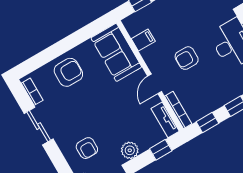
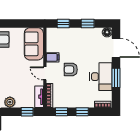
filing cabinet: (143, 40) -> (53, 57), moved
door: (155, 84) -> (45, 73), hinge flipped

